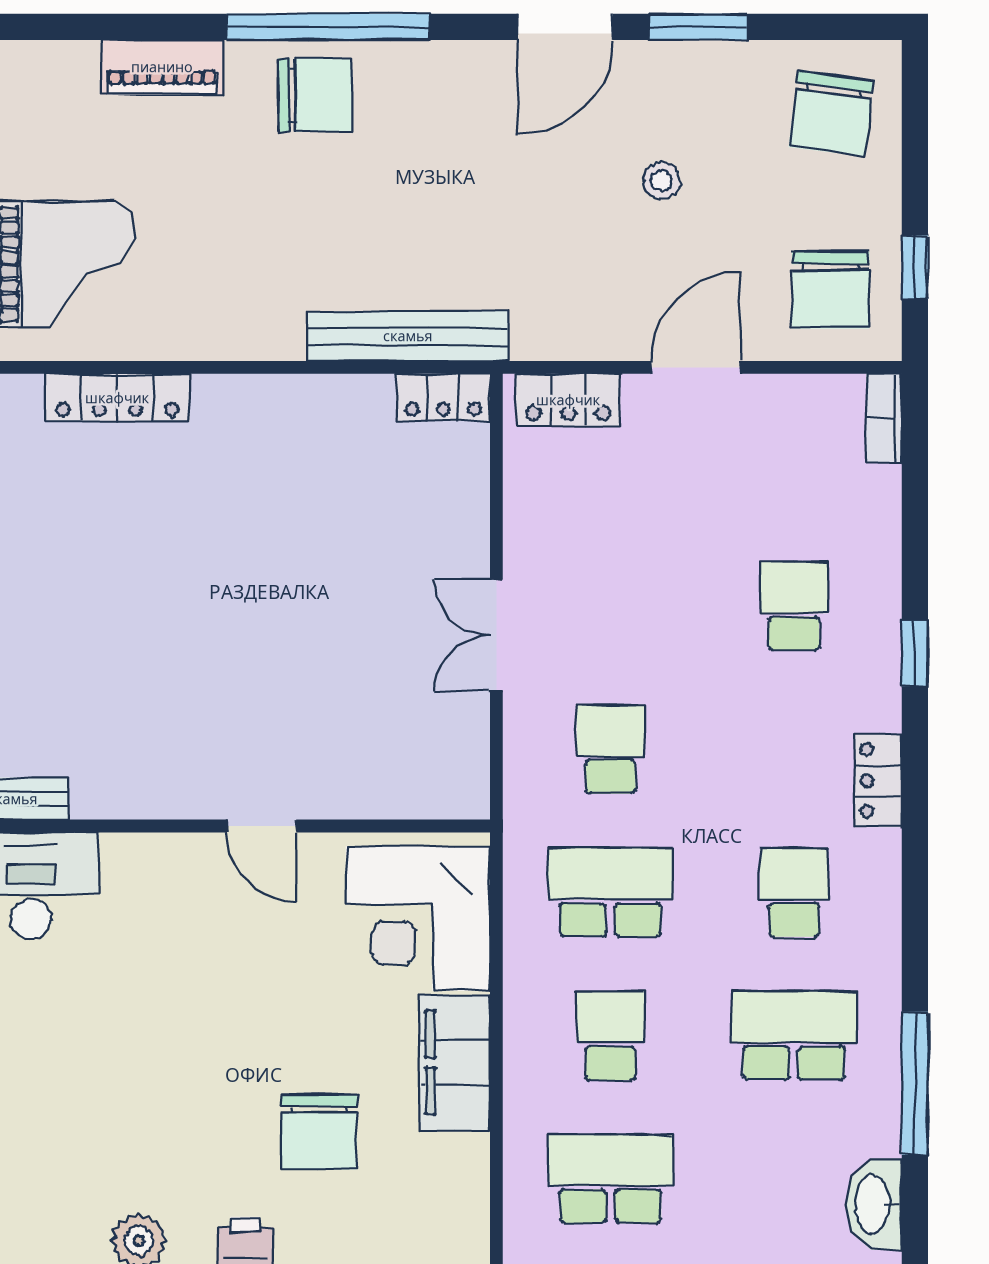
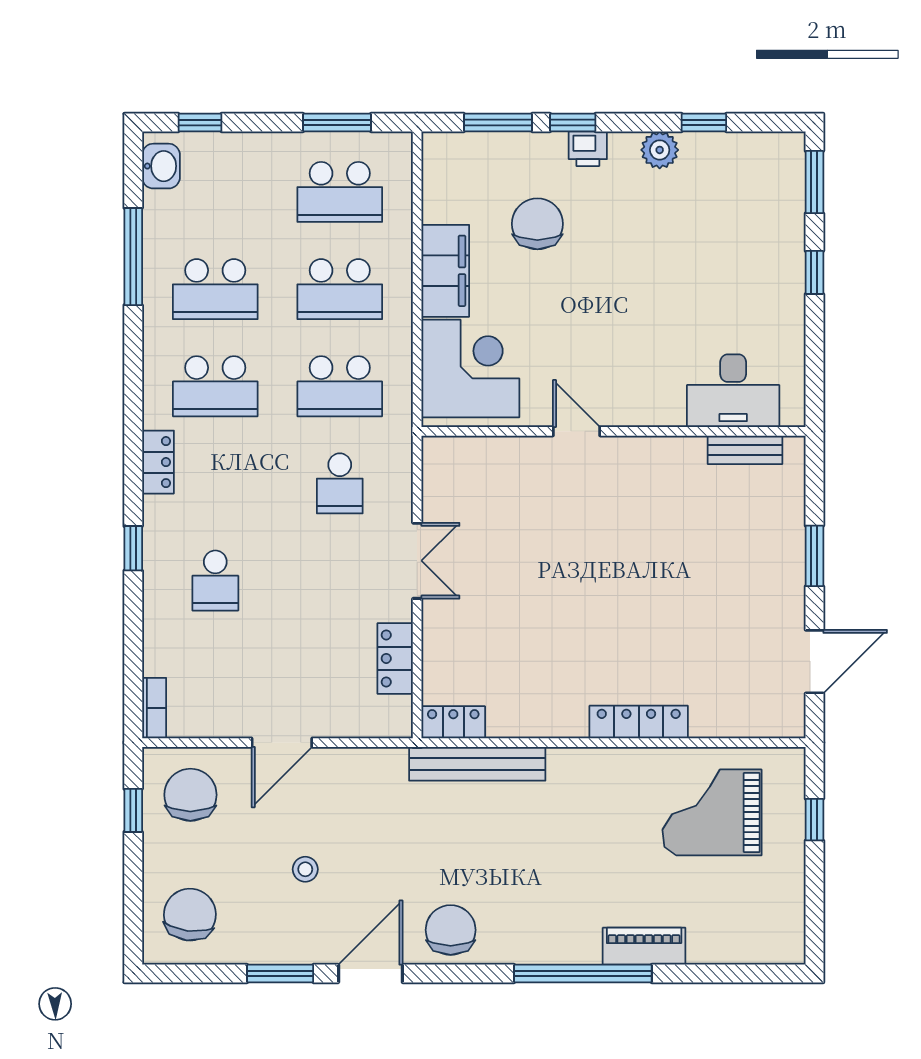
window: (328, 27) -> (583, 973), moved
chair: (315, 95) -> (451, 930), moved, turned 90
locker: (117, 398) -> (639, 722), moved
locker: (568, 400) -> (395, 658), moved, turned -90
school desk: (794, 892) -> (215, 386), width x1.85
school desk: (610, 1036) -> (340, 289), width x1.85
washbasin: (874, 1204) -> (161, 166), width x0.72

